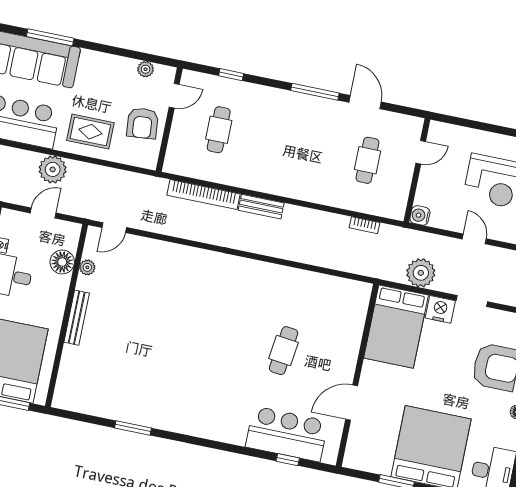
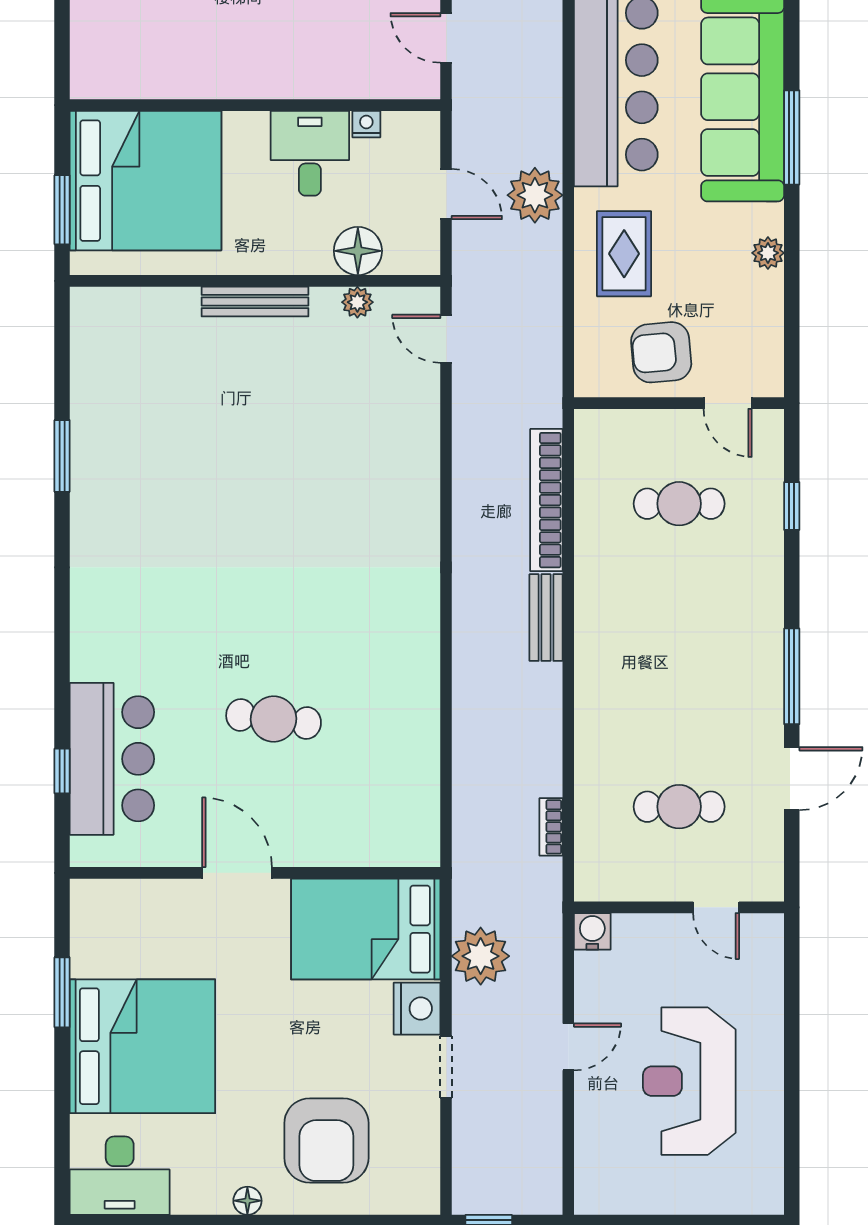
plant: (146, 69) -> (768, 253), moved
door: (352, 403) -> (237, 873), moved

